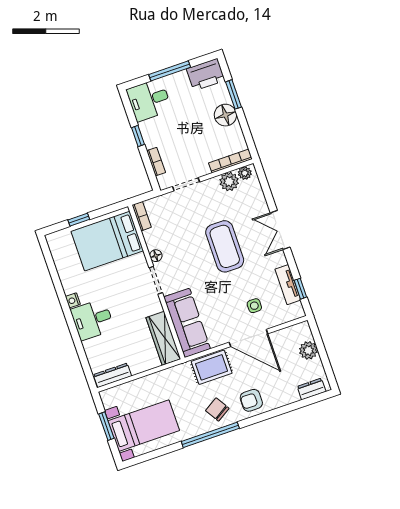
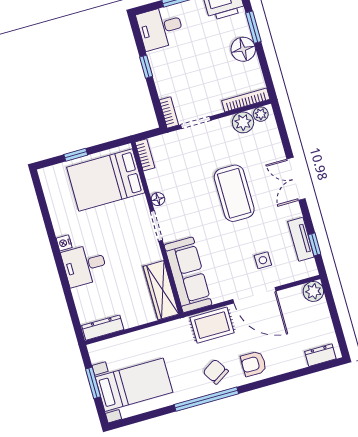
bookcase: (156, 162) -> (169, 112), moved
plant: (308, 350) -> (313, 291), moved

